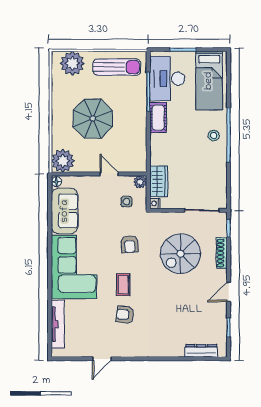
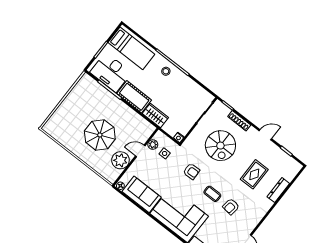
plant: (72, 63) -> (58, 122), removed
sun lounger: (117, 67) -> (81, 97), removed
cot: (158, 117) -> (134, 97), width x1.37, depth x1.34
plant: (63, 161) -> (120, 160), moved
wardrobe: (159, 181) -> (155, 115), moved
plant: (140, 182) -> (153, 145), moved
door: (229, 292) -> (265, 135), swing flipped
rug: (178, 313) -> (254, 174), added
dresser: (201, 351) -> (278, 190), moved

